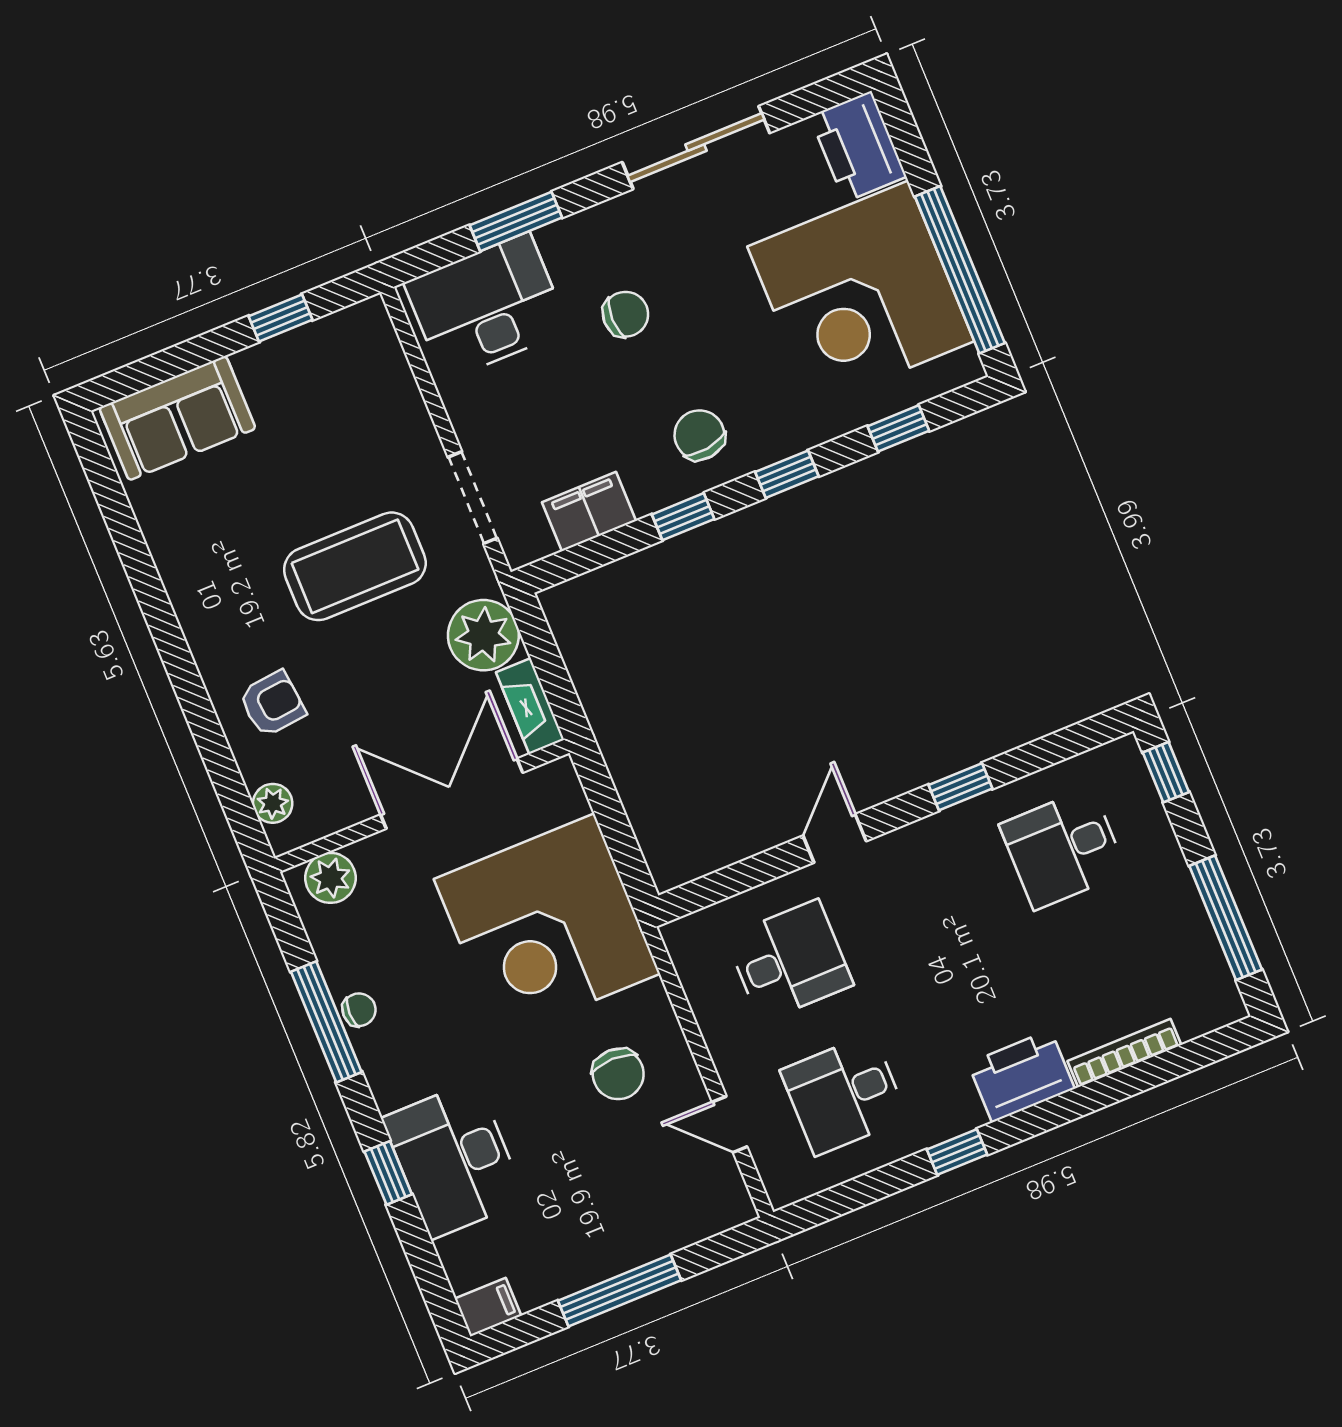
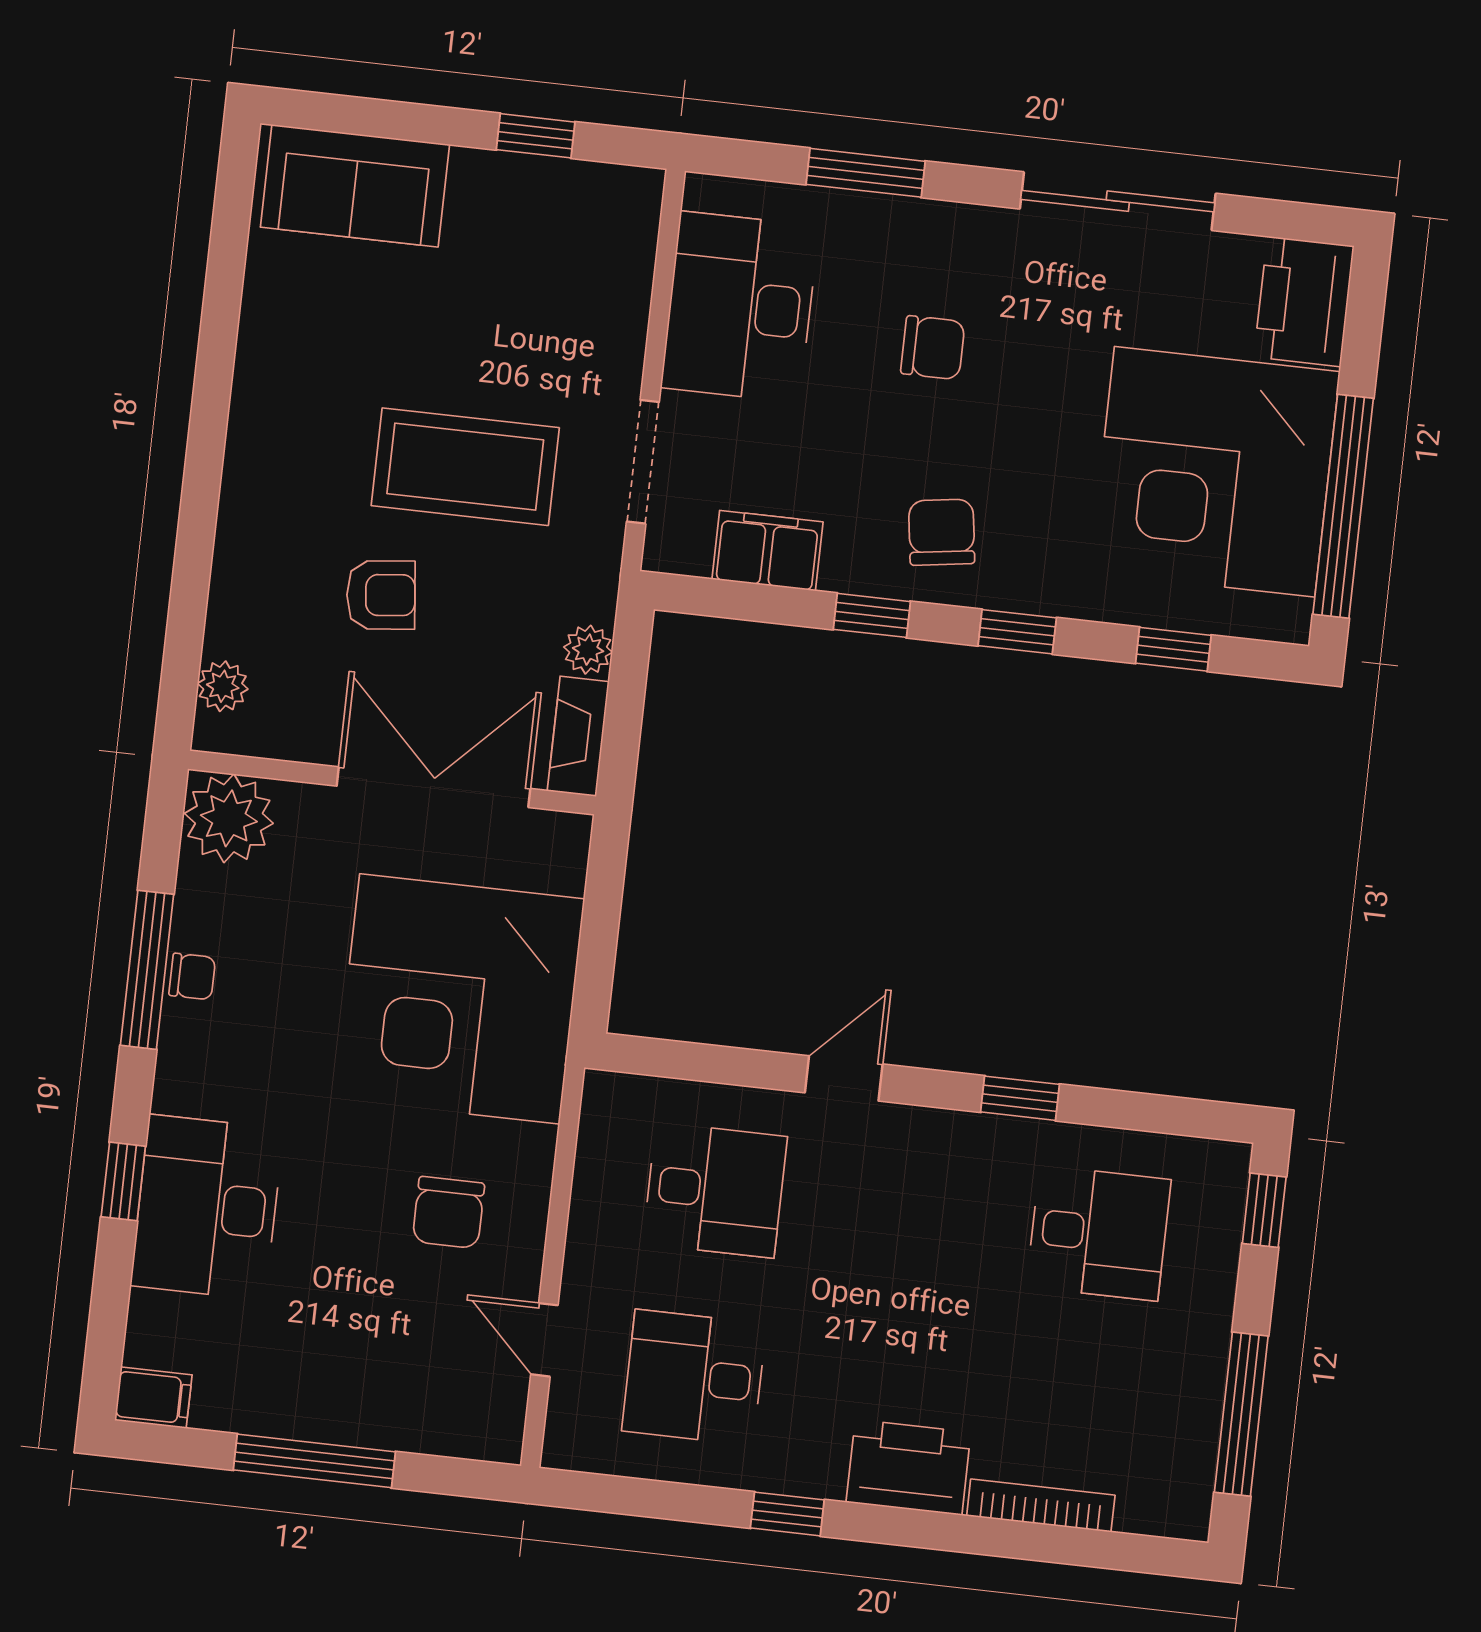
desk: (487, 306) -> (740, 307), moved, turned -90
plant: (483, 635) -> (588, 650), width x0.53, depth x0.53
armchair: (272, 704) -> (381, 595), moved
desk: (1063, 849) -> (1099, 1233), turned 180
plant: (330, 878) -> (229, 818), width x1.36, depth x1.36

